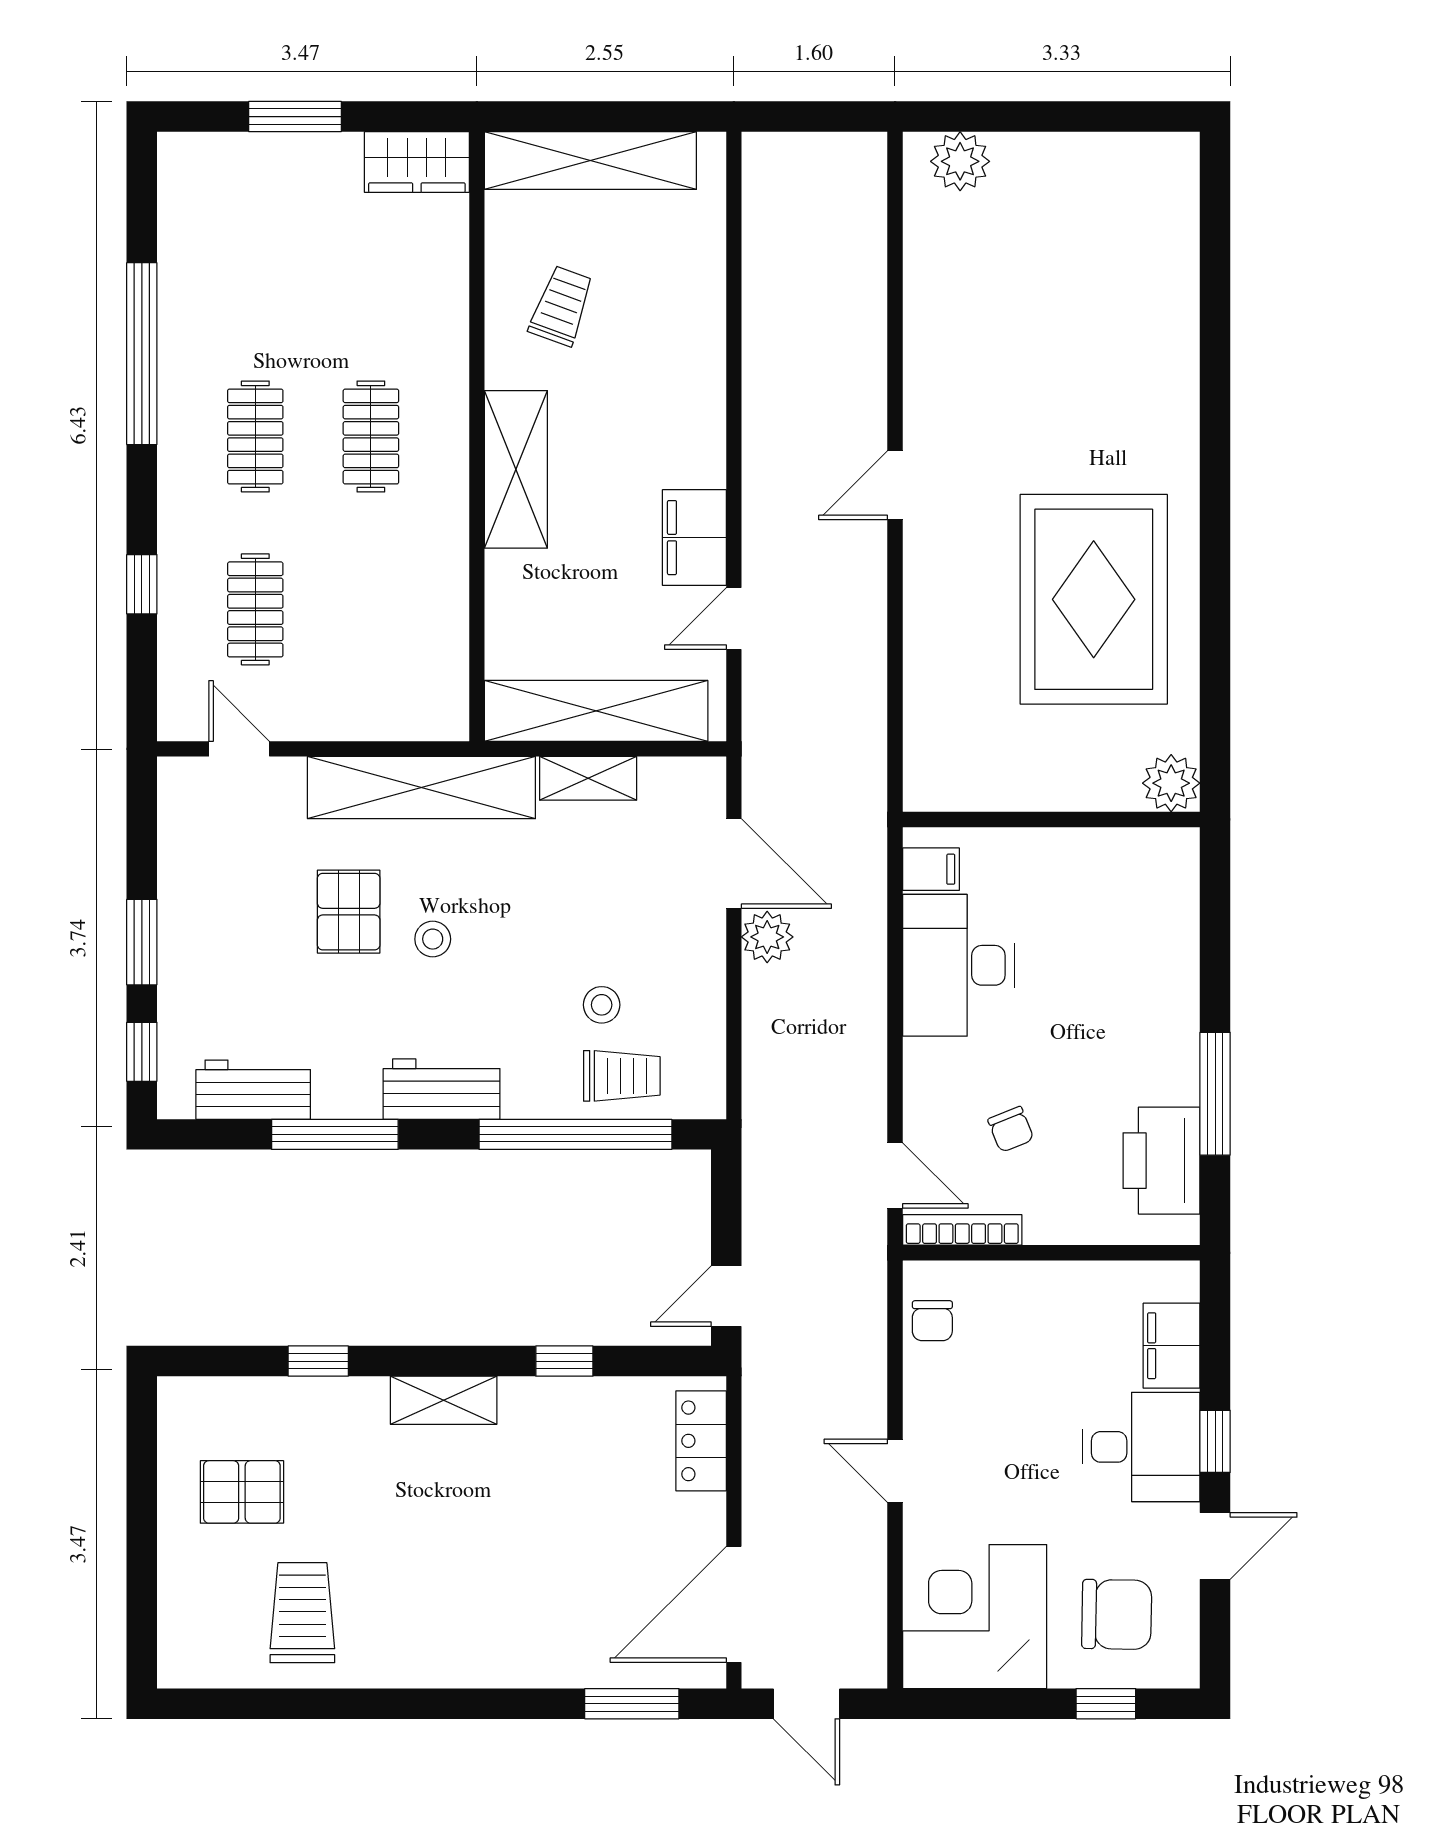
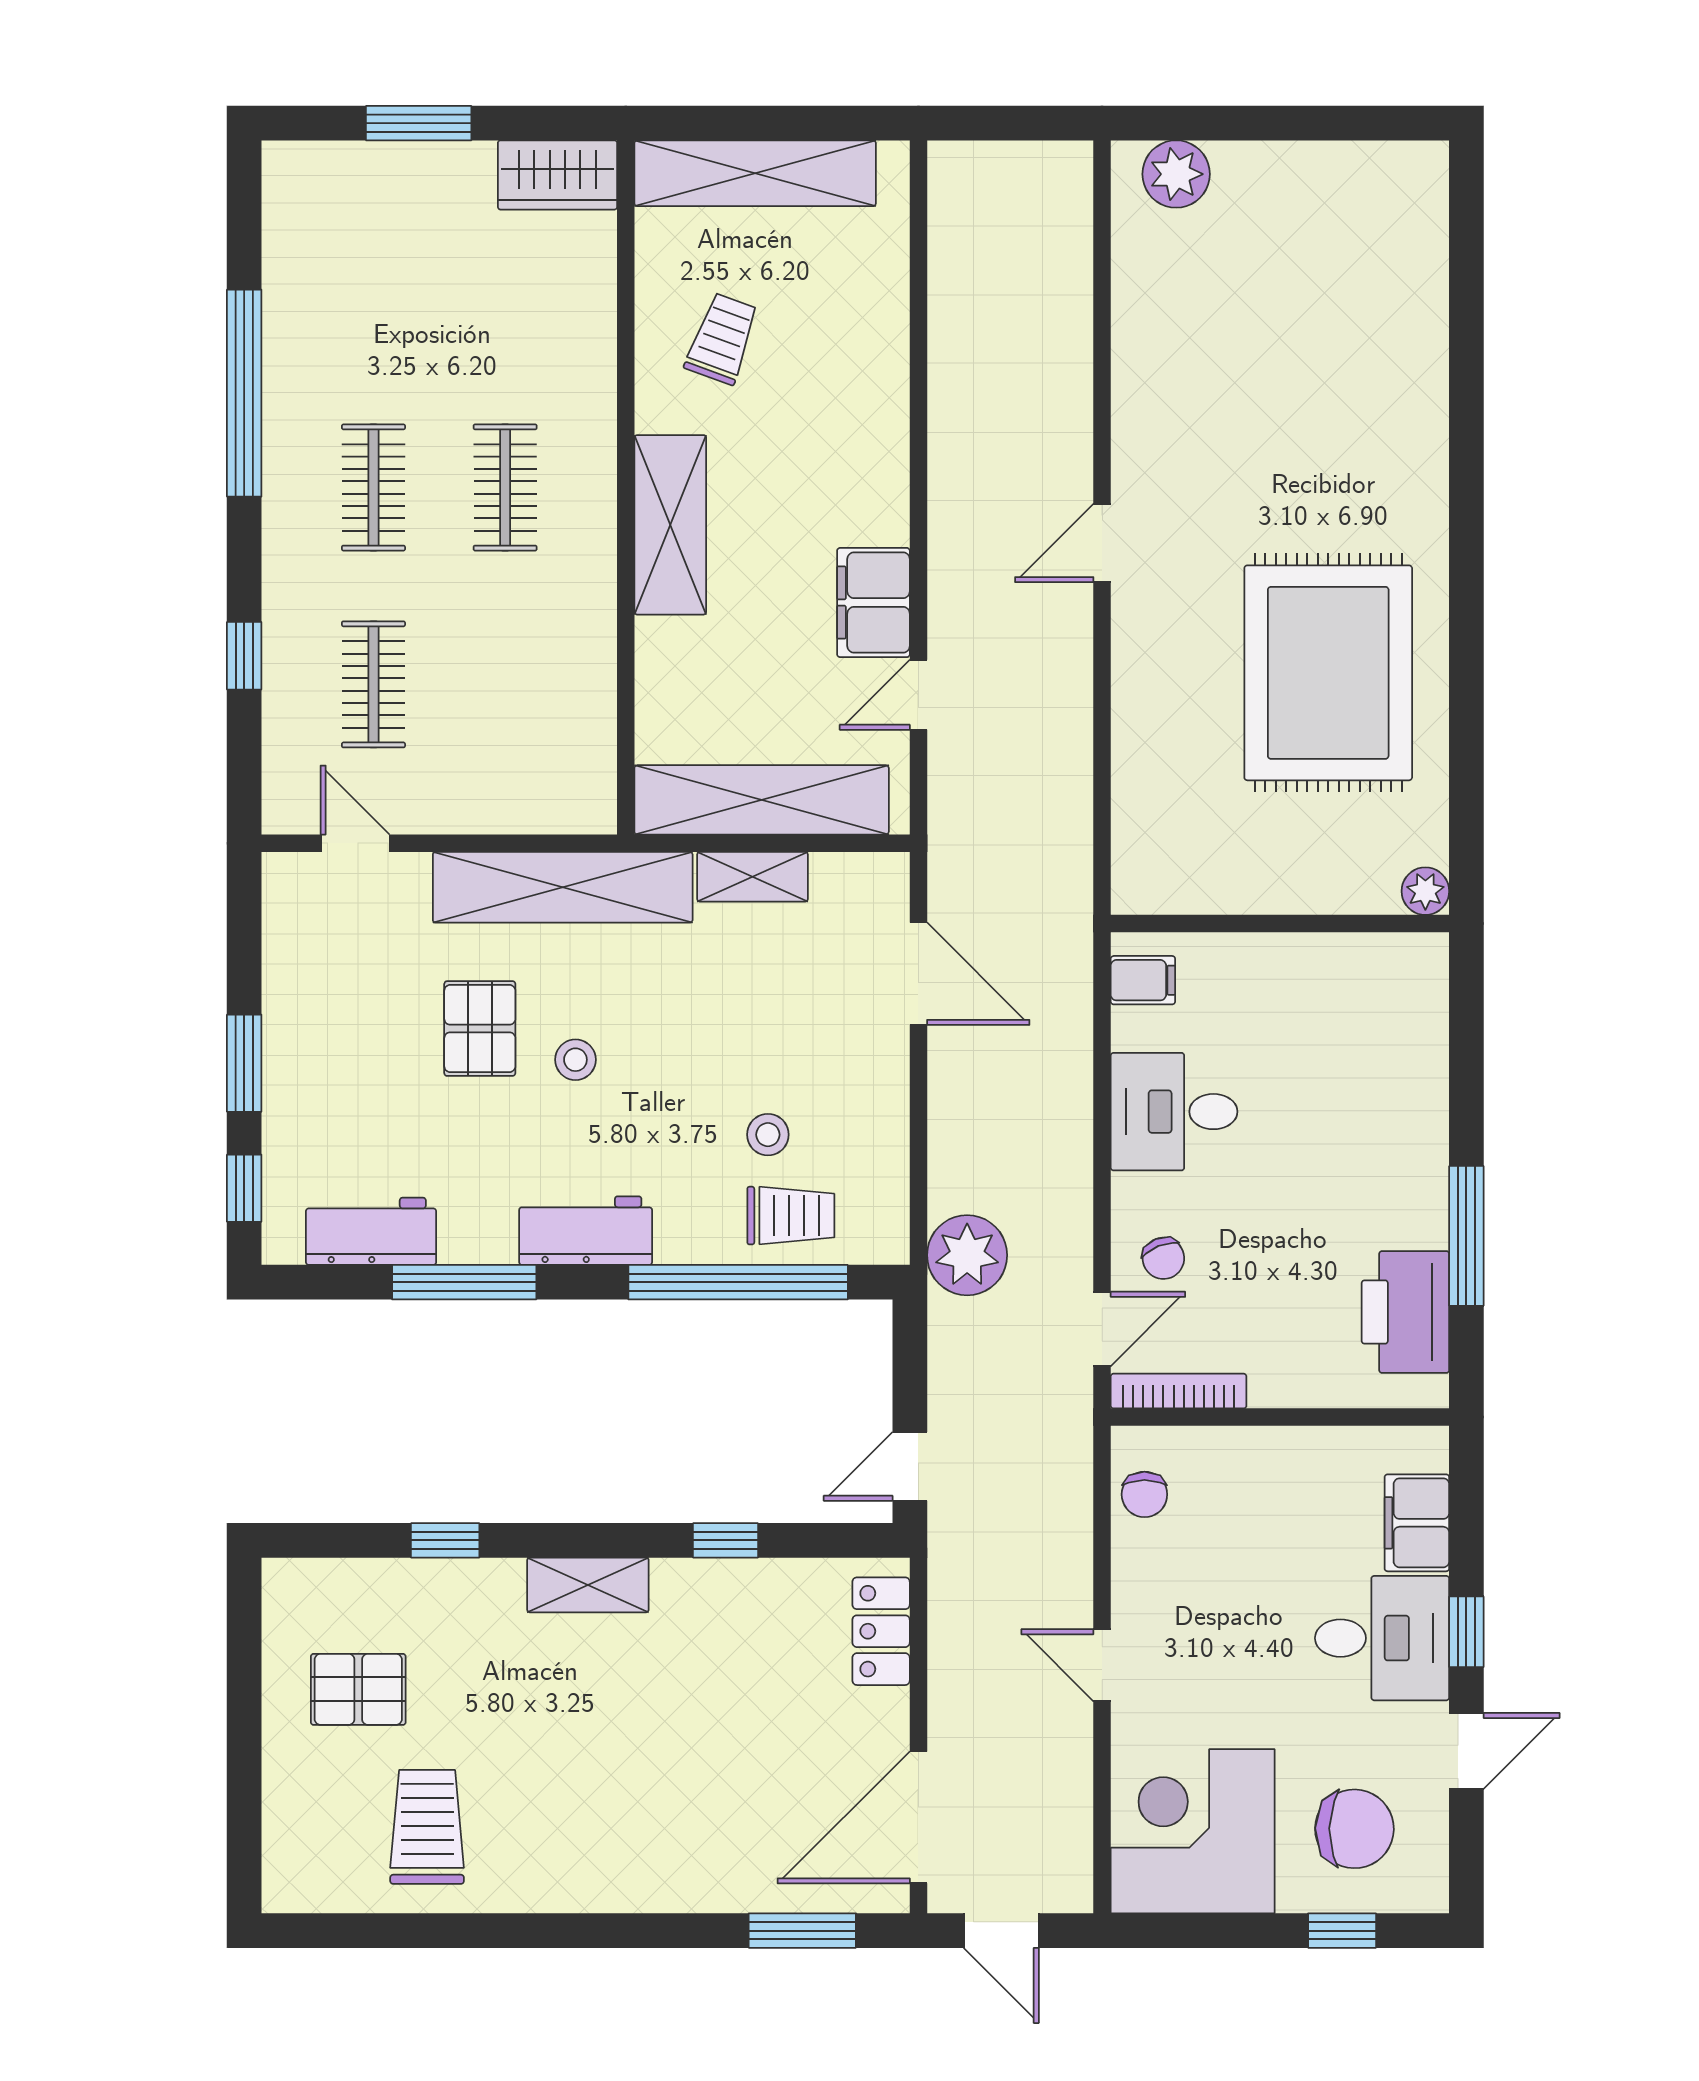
plant: (1171, 783) -> (1425, 891), width x0.73, depth x0.73
plant: (767, 937) -> (967, 1255), moved, width x1.36, depth x1.36
desk: (958, 965) -> (1174, 1112), width x0.73
chair: (1011, 1129) -> (1163, 1258), moved
door: (895, 1175) -> (1102, 1329), hinge flipped

